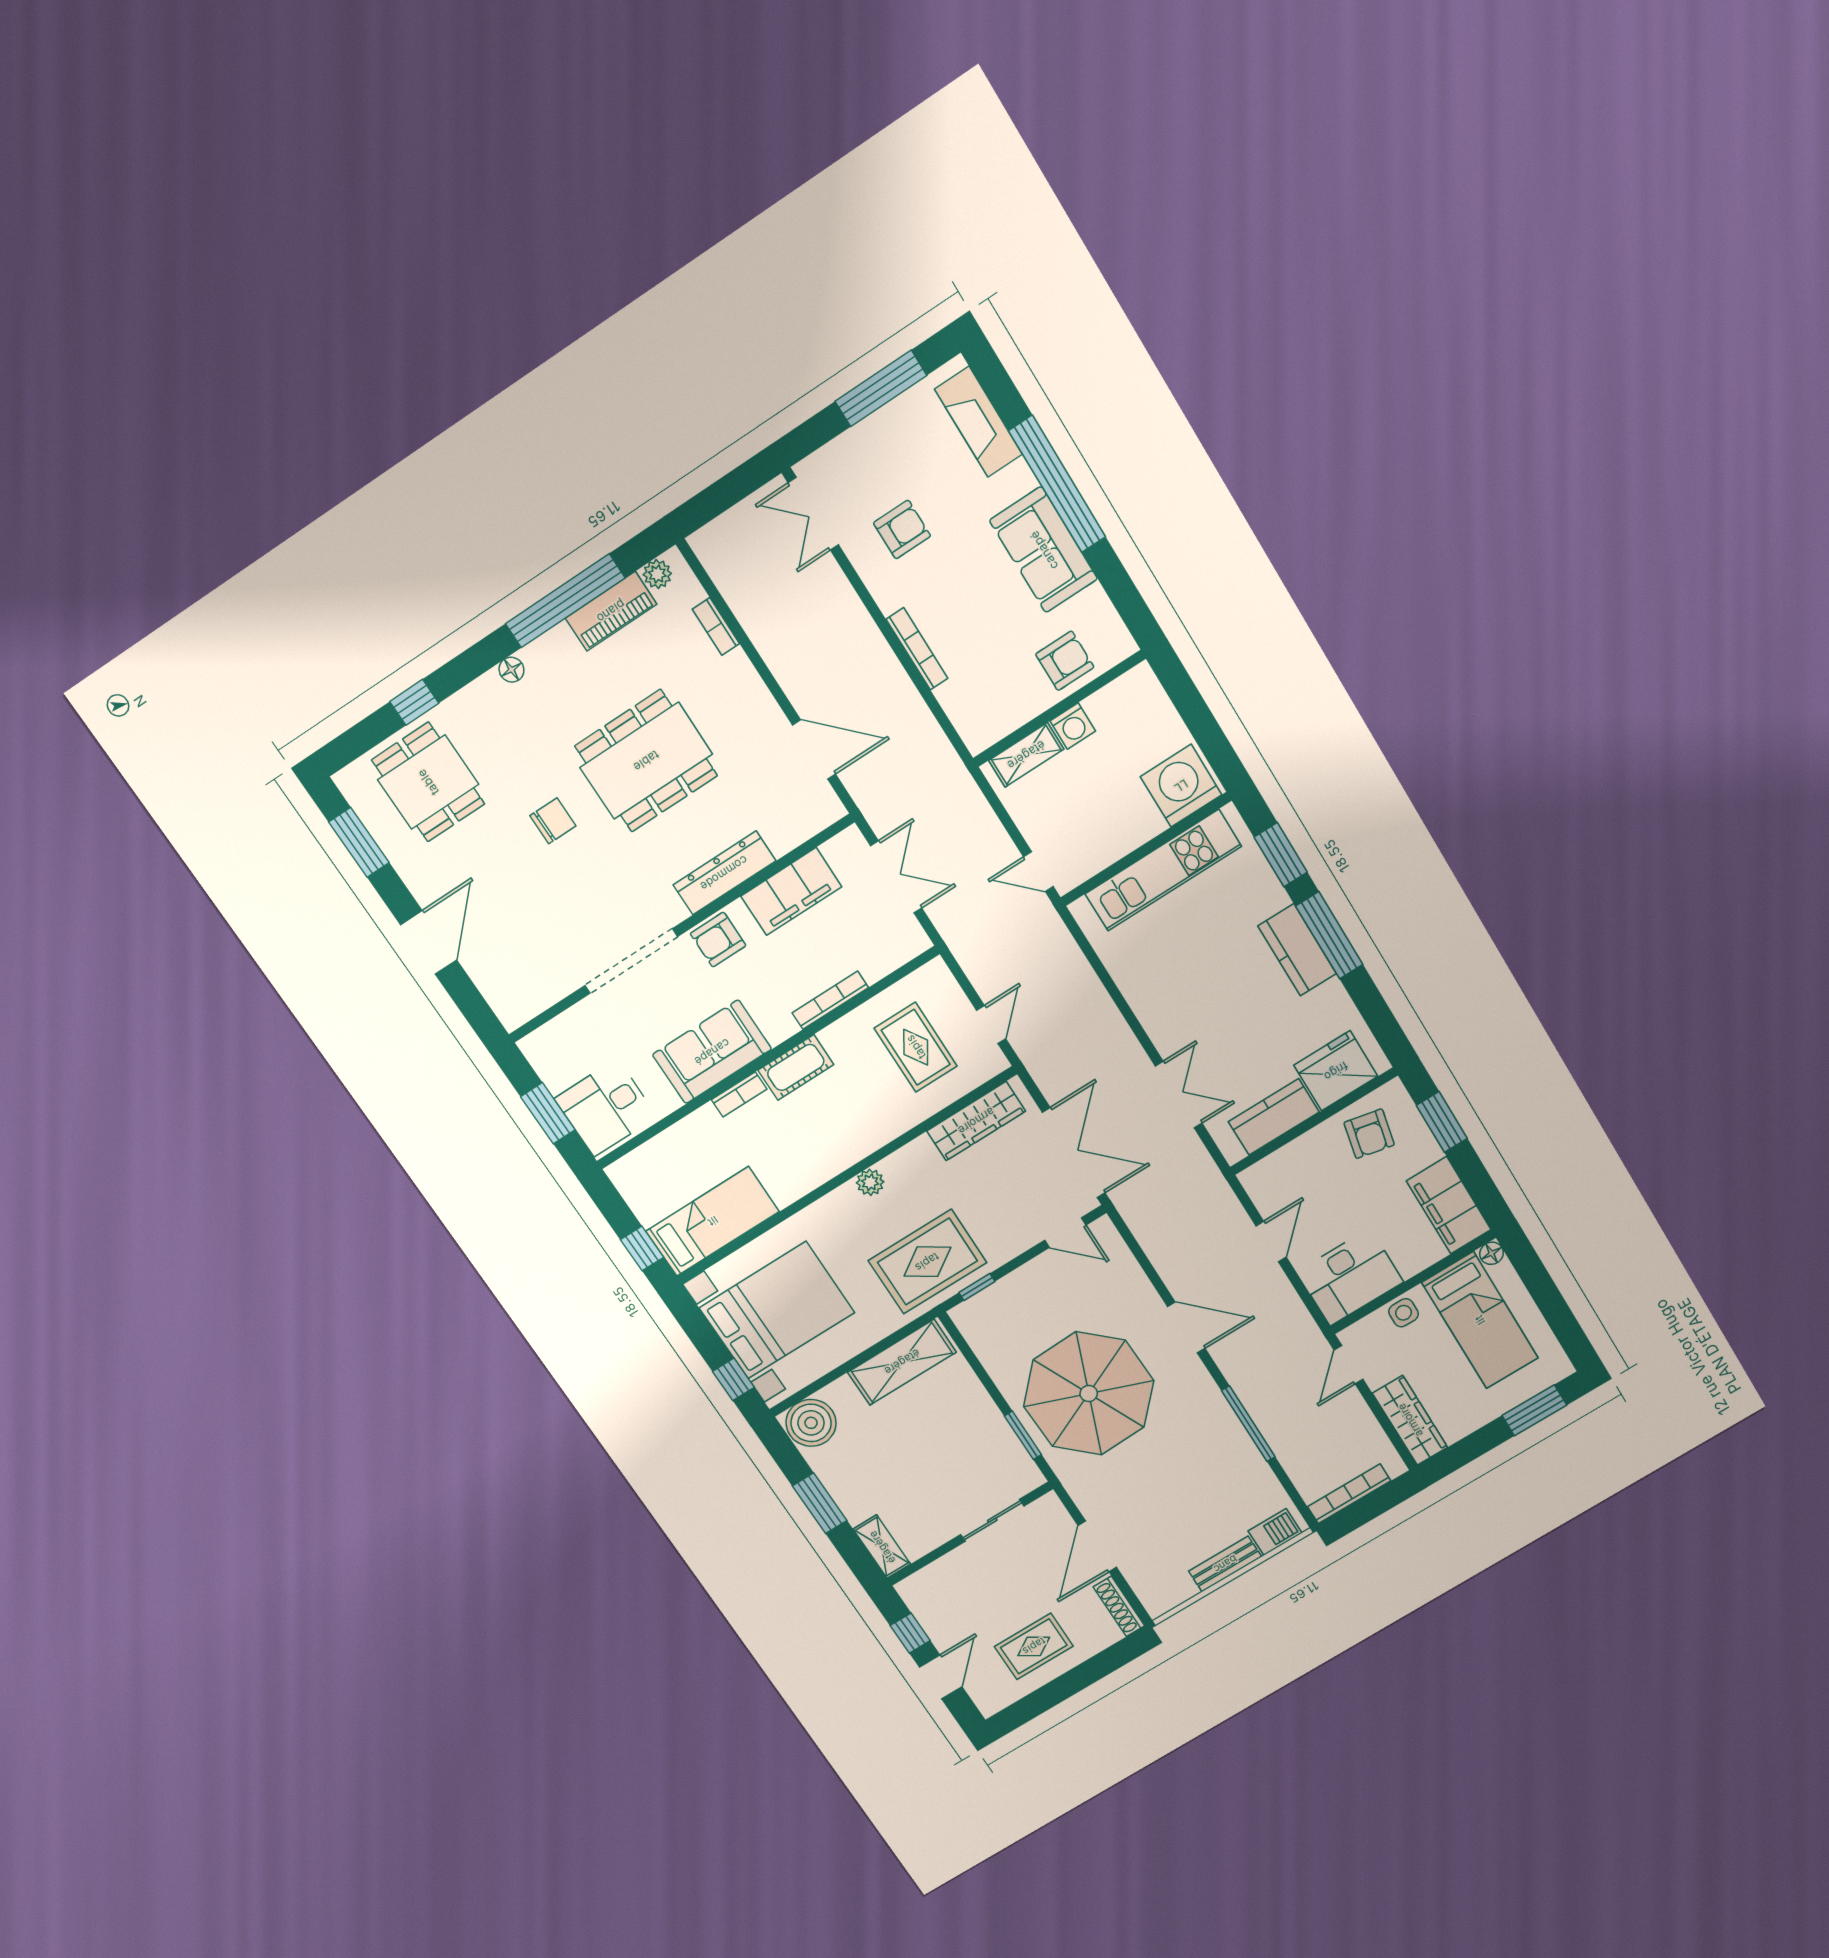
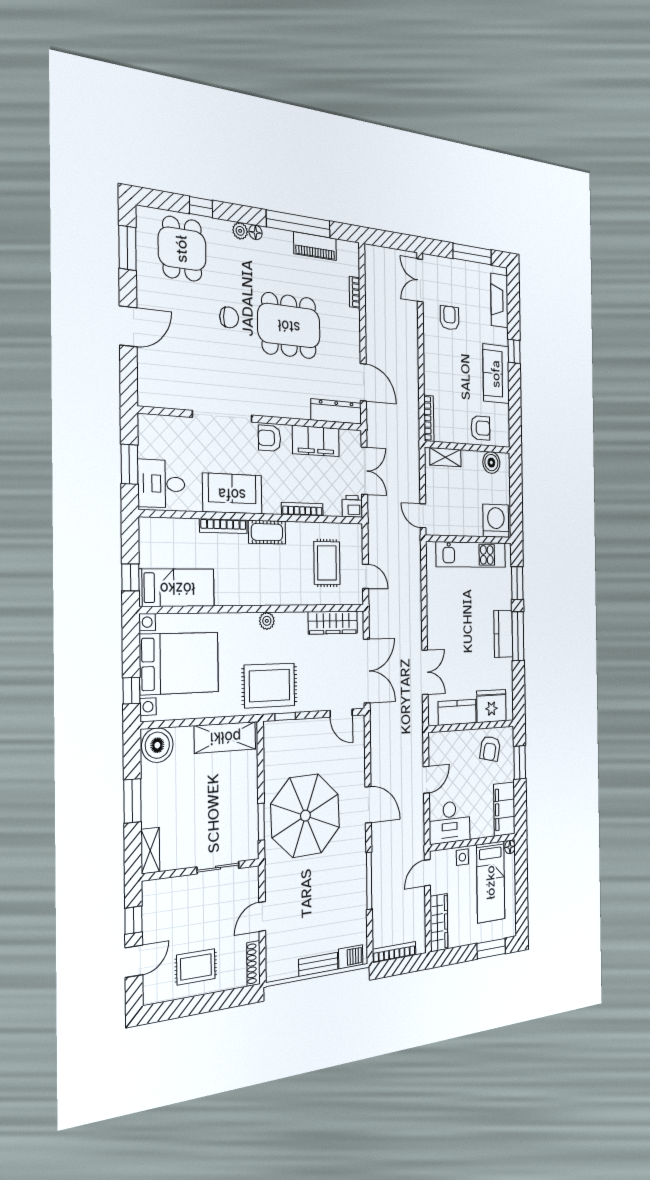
window: (1057, 484) -> (514, 351), width x0.32
armchair: (902, 530) -> (450, 318), turned -90
plant: (657, 574) -> (240, 231), moved
bookcase: (917, 649) -> (429, 418), moved
boiler: (1118, 700) -> (491, 463), added
washing machine: (1073, 726) -> (469, 459), removed
dresser: (724, 873) -> (336, 411), moved
printer: (908, 941) -> (352, 506), added
door: (991, 1025) -> (366, 576), hinge flipped
bookcase: (739, 1094) -> (223, 526), width x1.56
door: (1097, 1546) -> (262, 916), width x0.73

